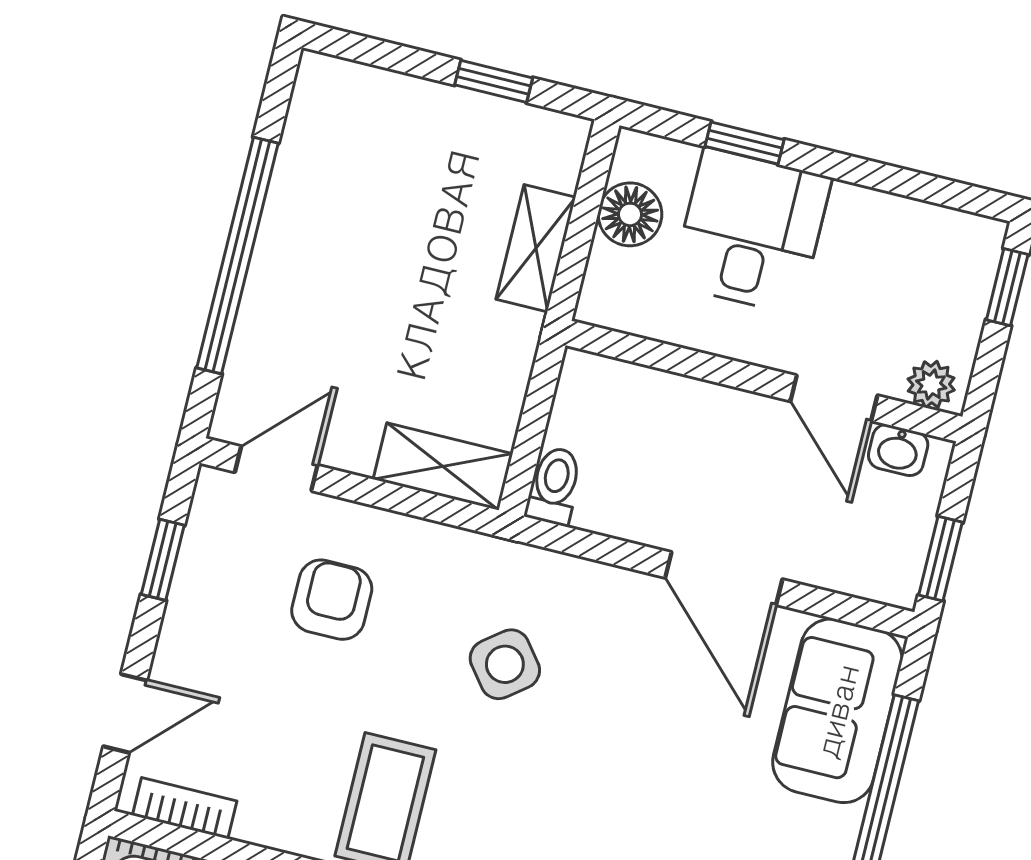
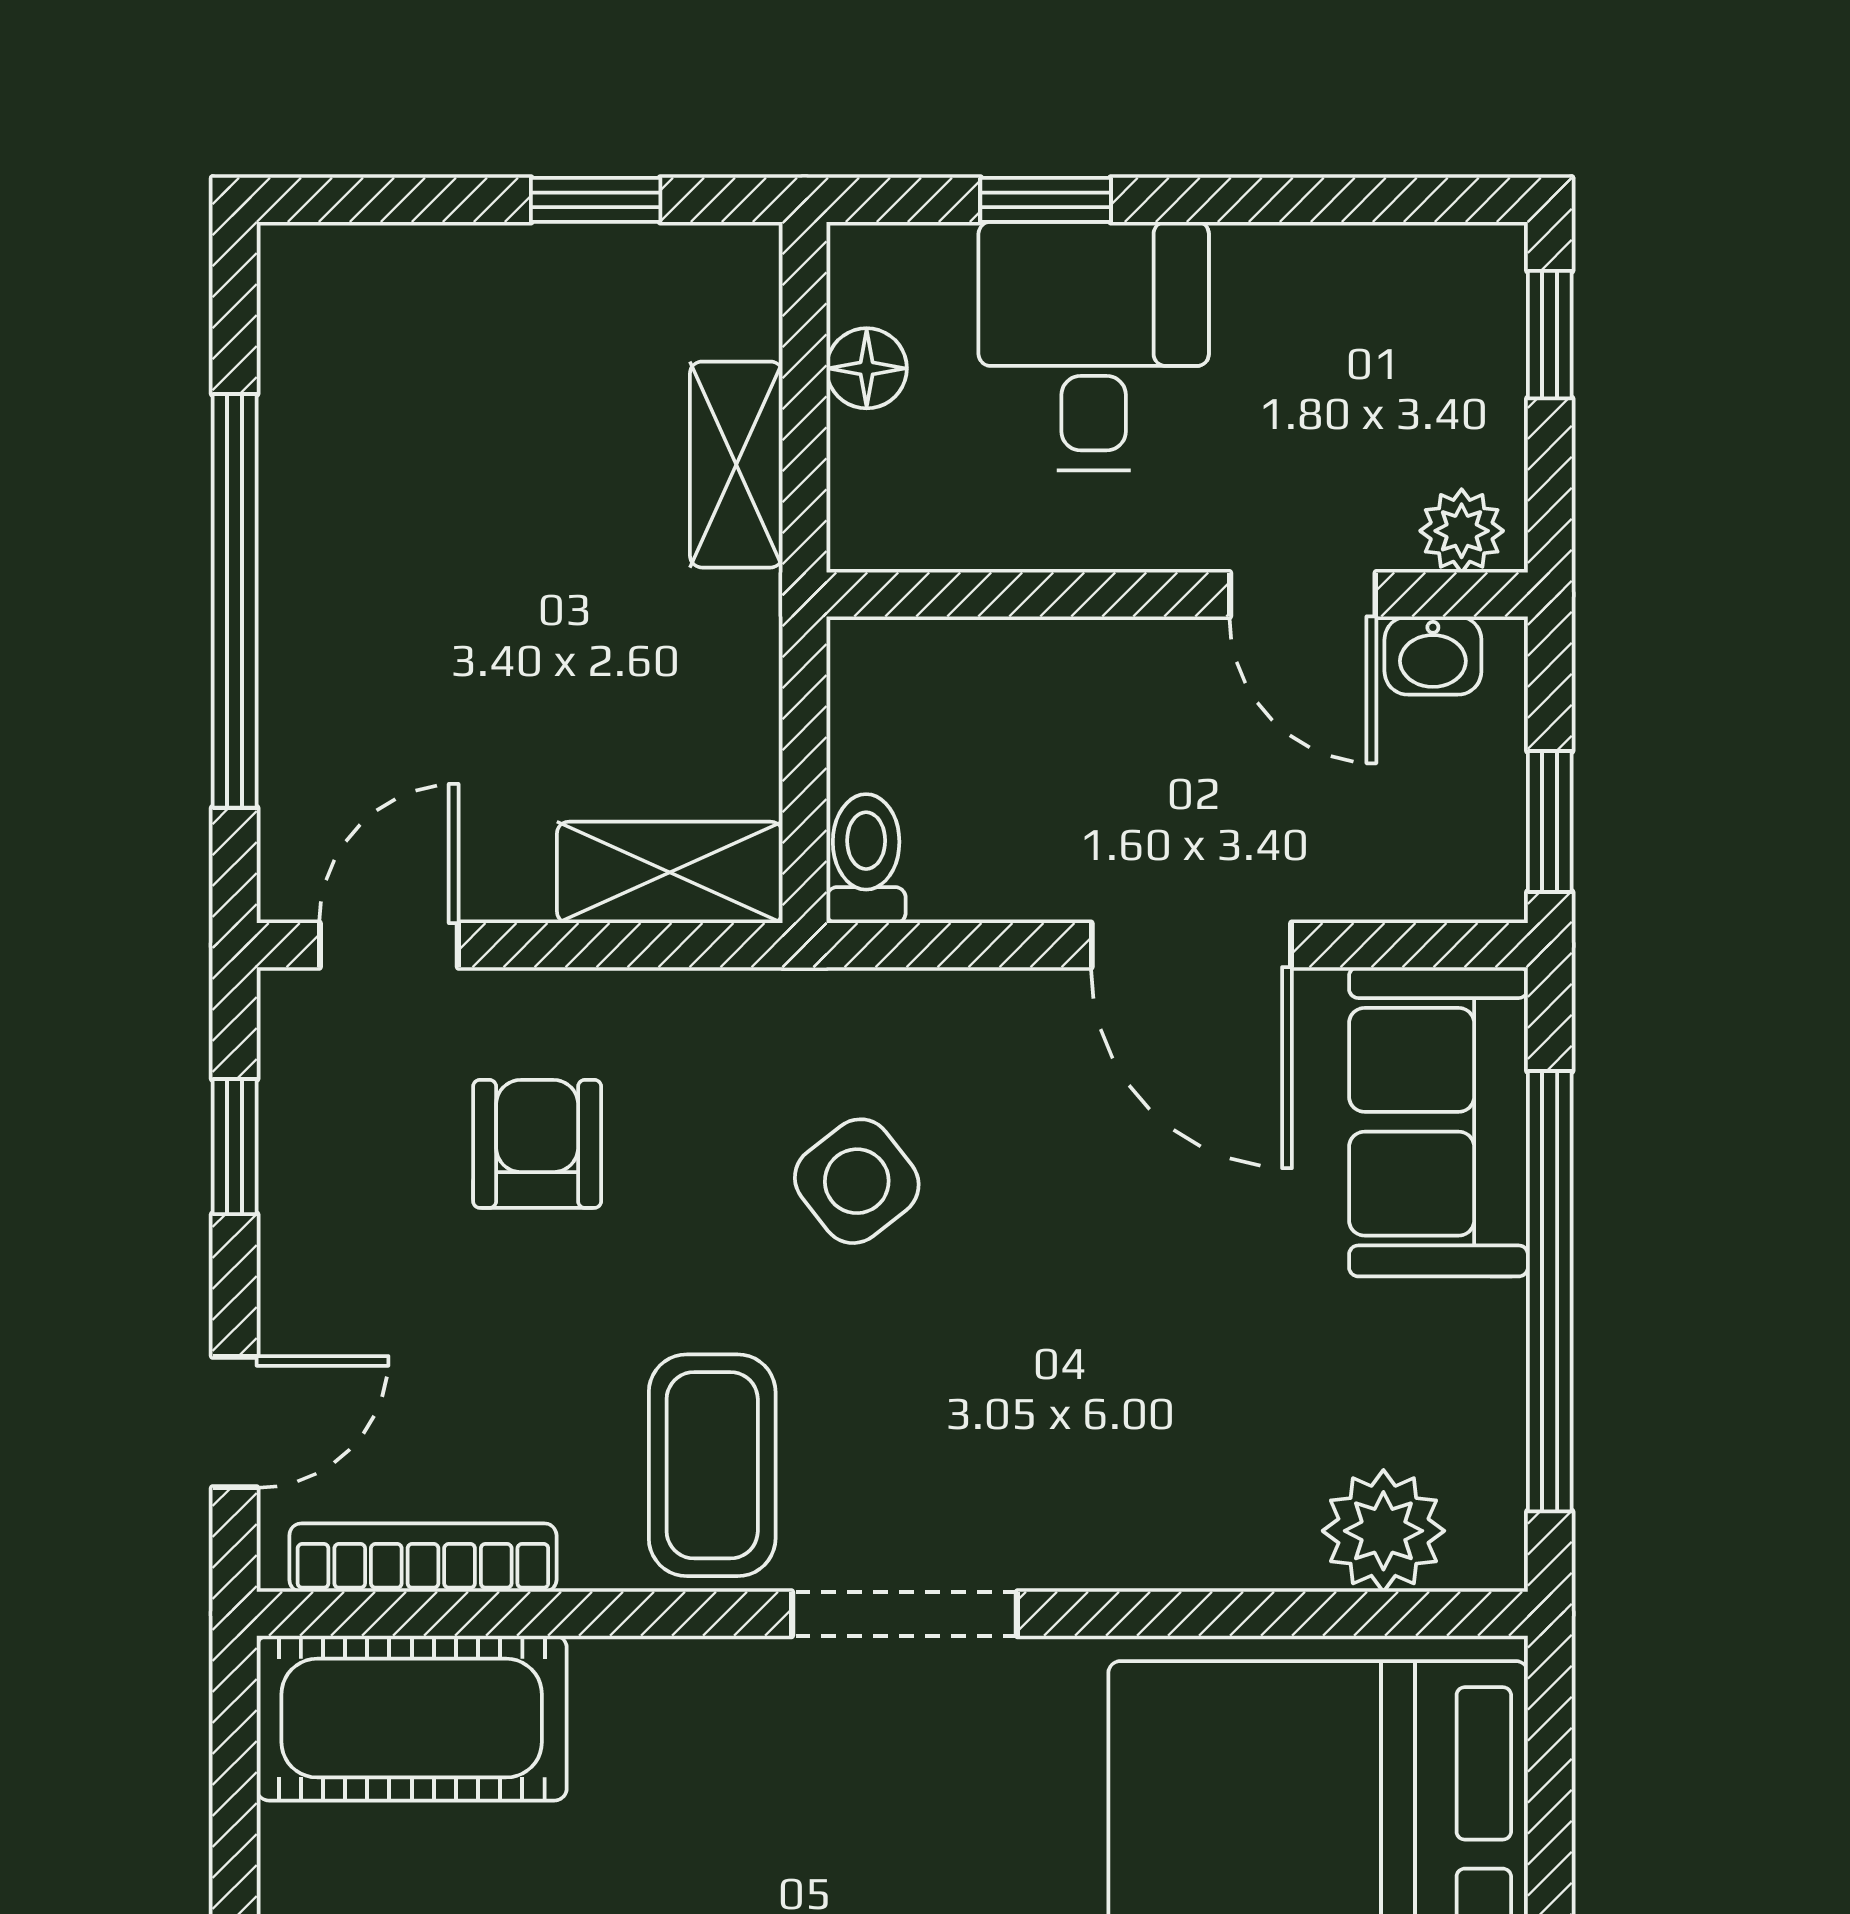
floor lamp: (630, 214) -> (867, 368), width x0.73, depth x0.73
bookcase: (185, 808) -> (423, 1558), width x1.56

